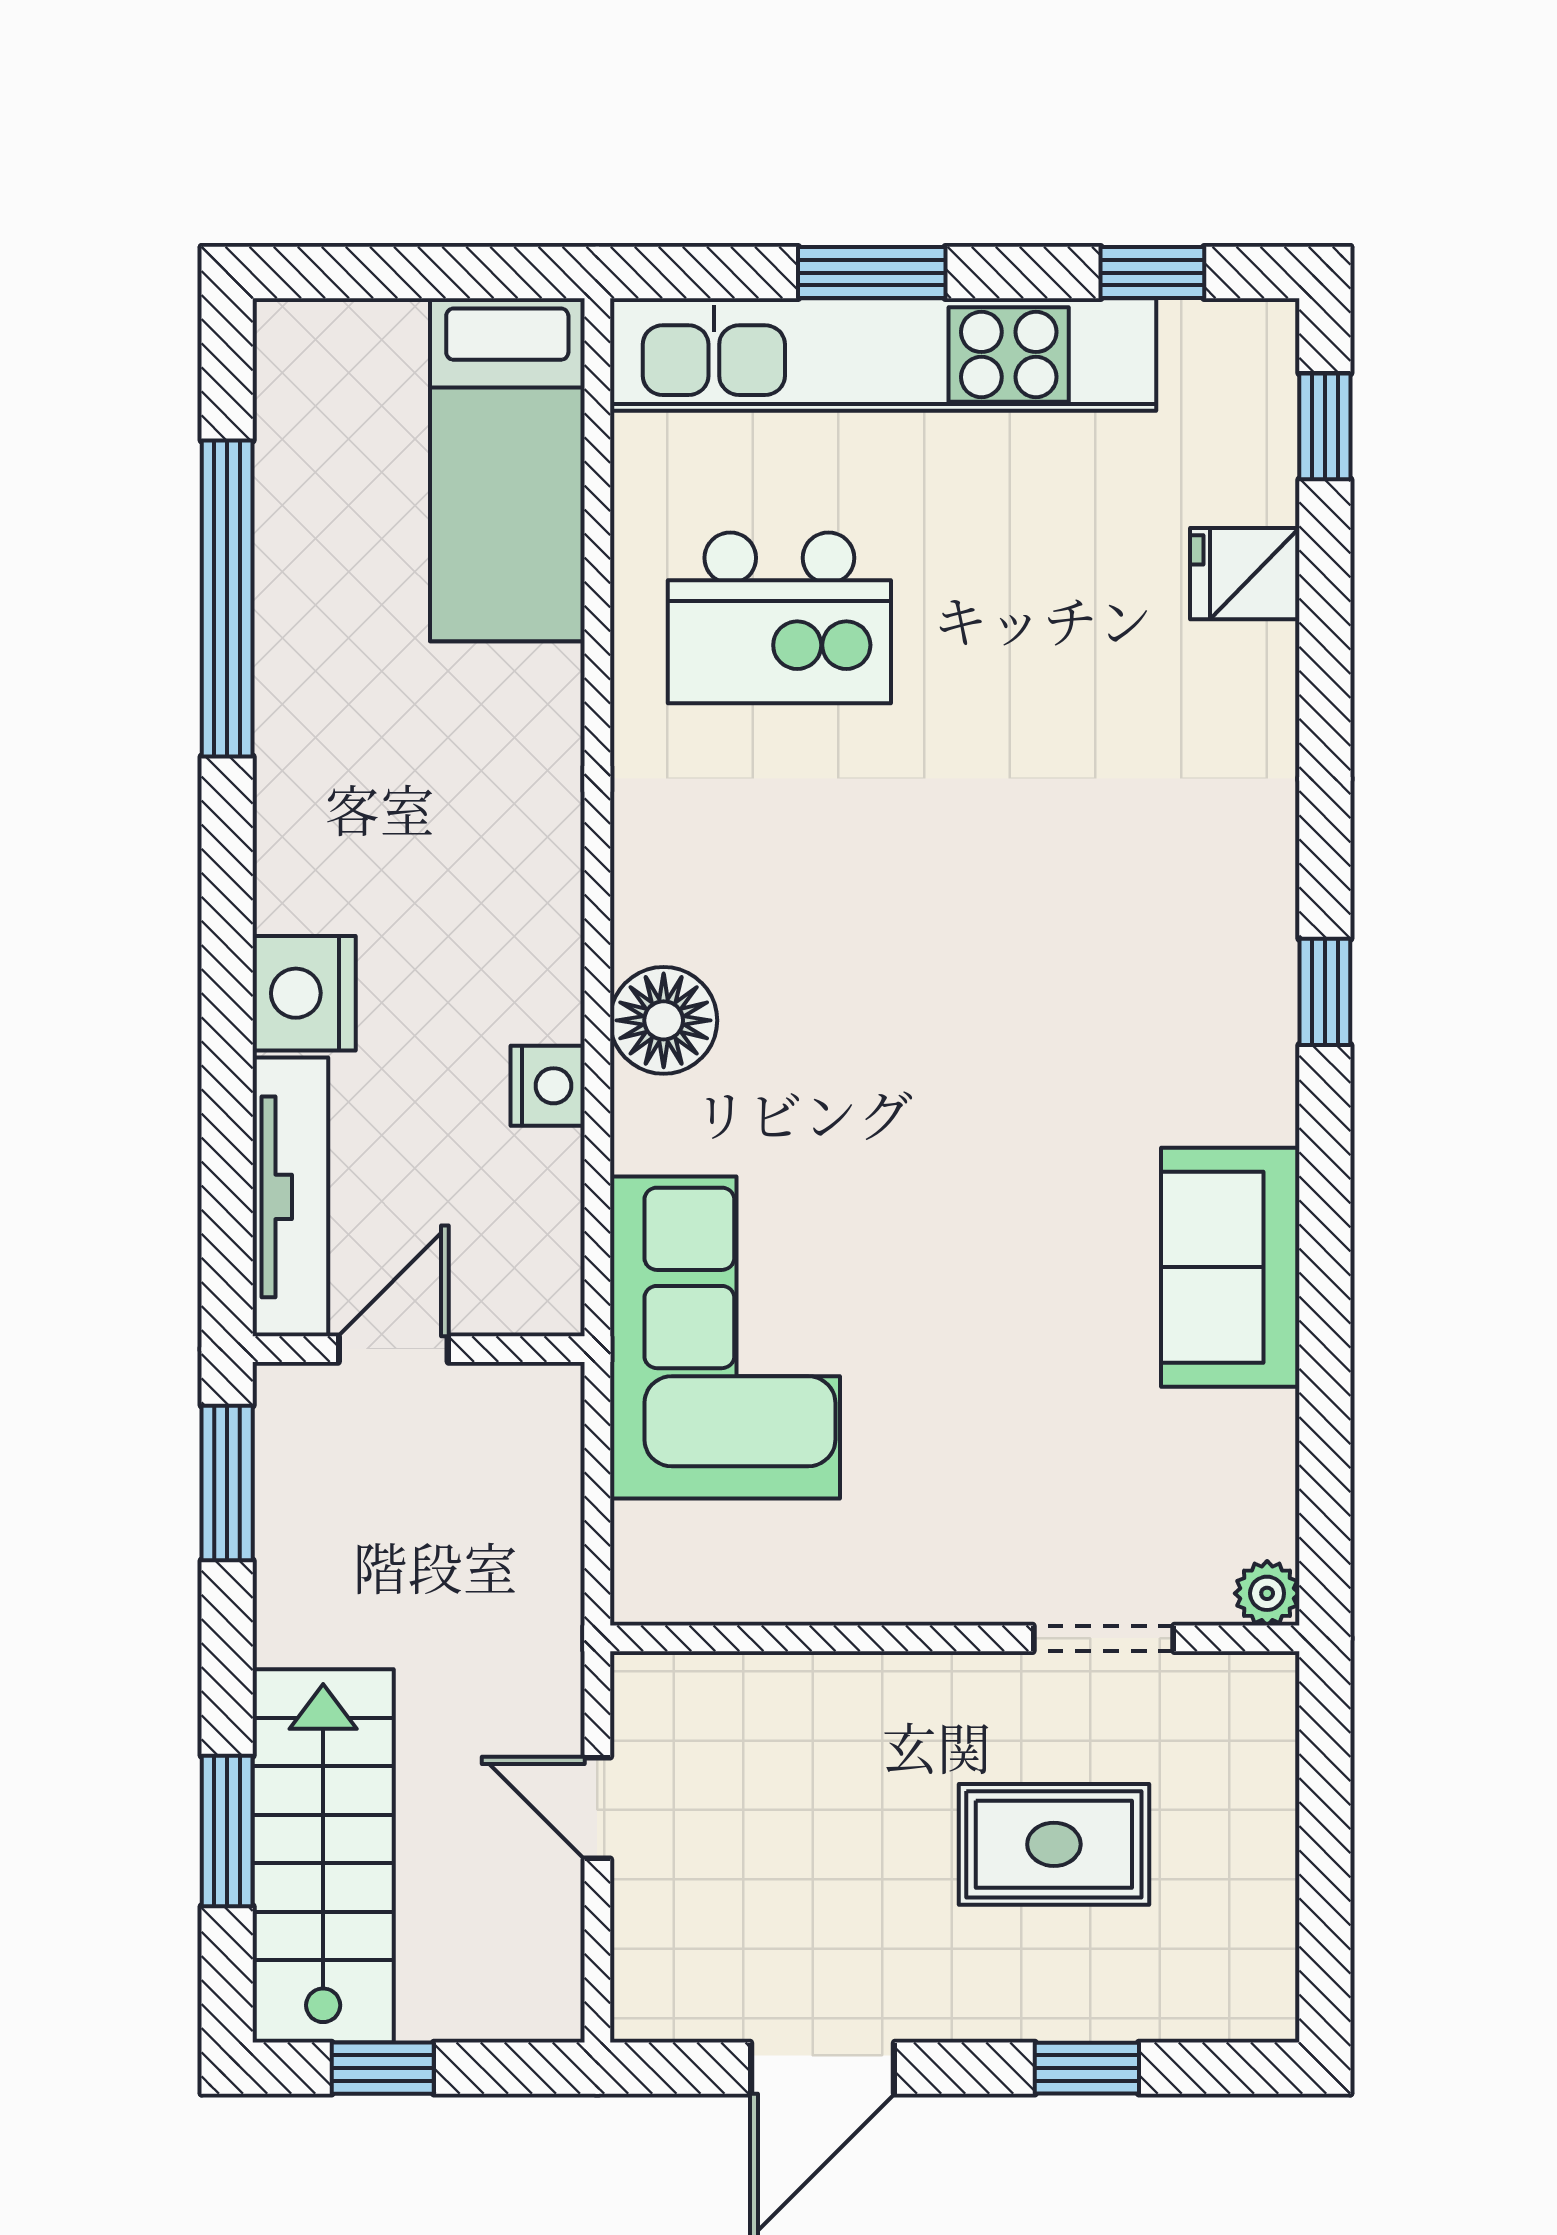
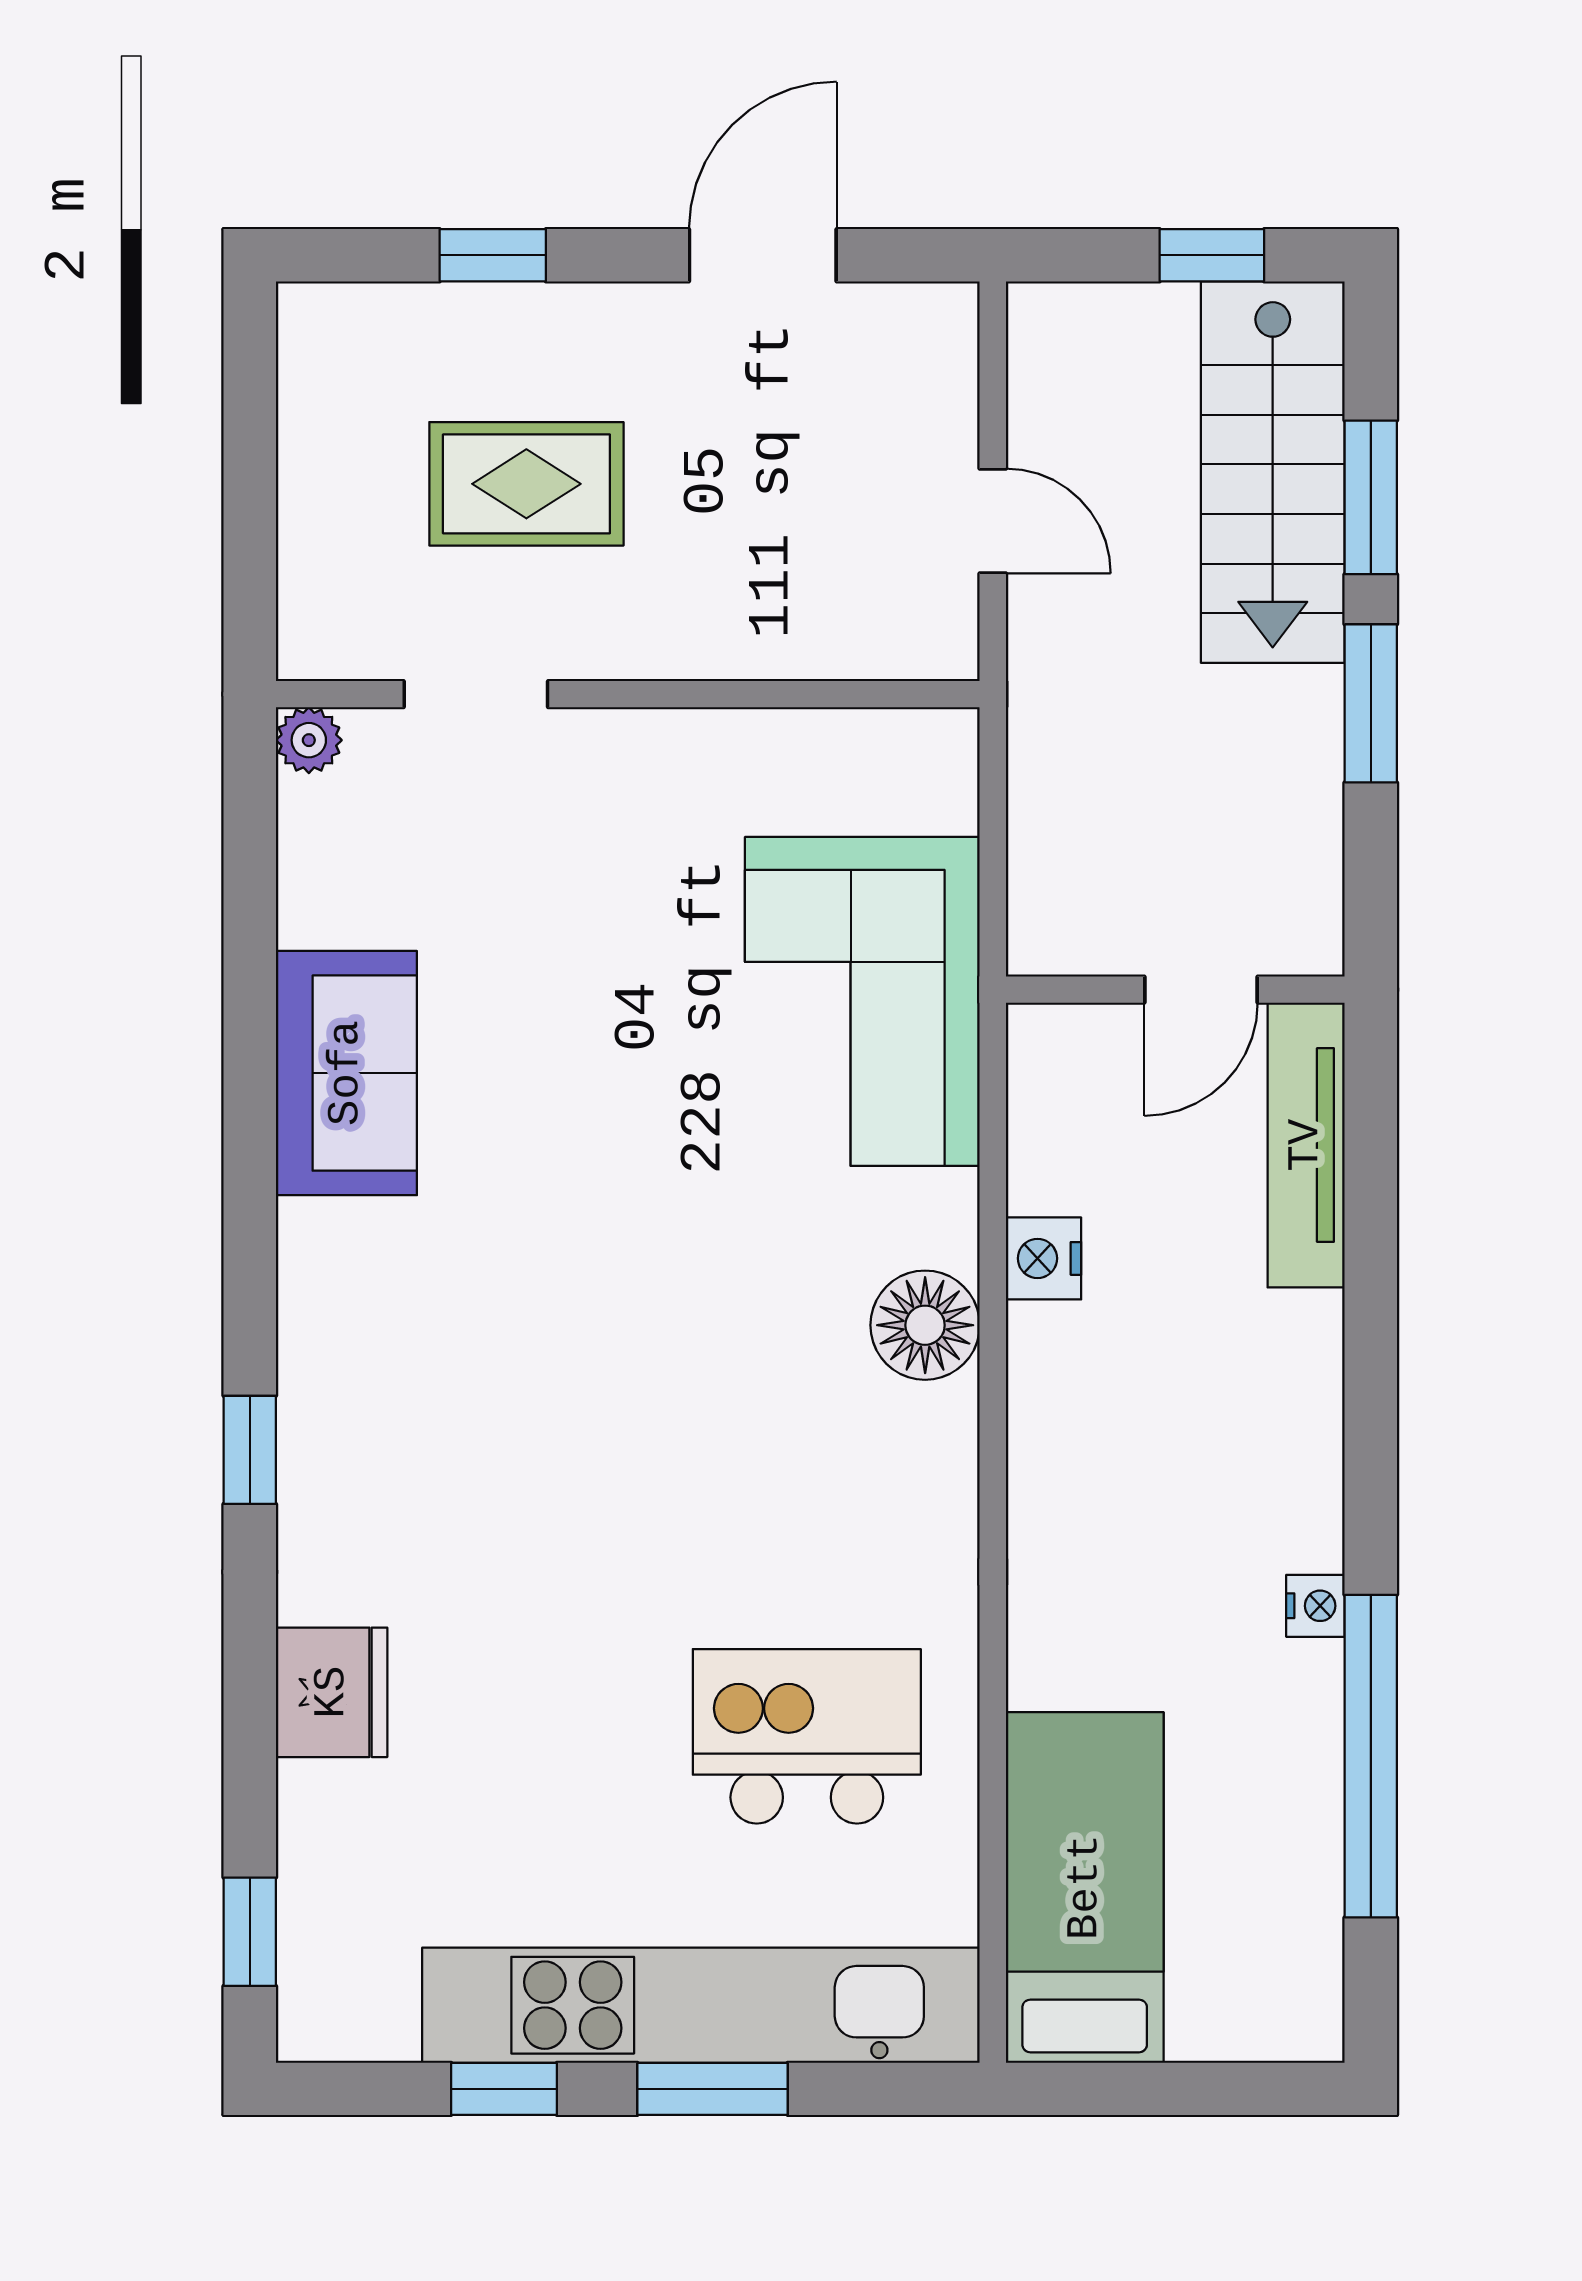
window: (1152, 273) -> (504, 2089), moved
fridge: (1245, 574) -> (332, 1692), moved, width x1.38
window: (1325, 992) -> (250, 1450), moved
nightstand: (304, 993) -> (1315, 1606), moved, width x0.53, depth x0.56
window: (227, 1483) -> (1371, 703), moved

